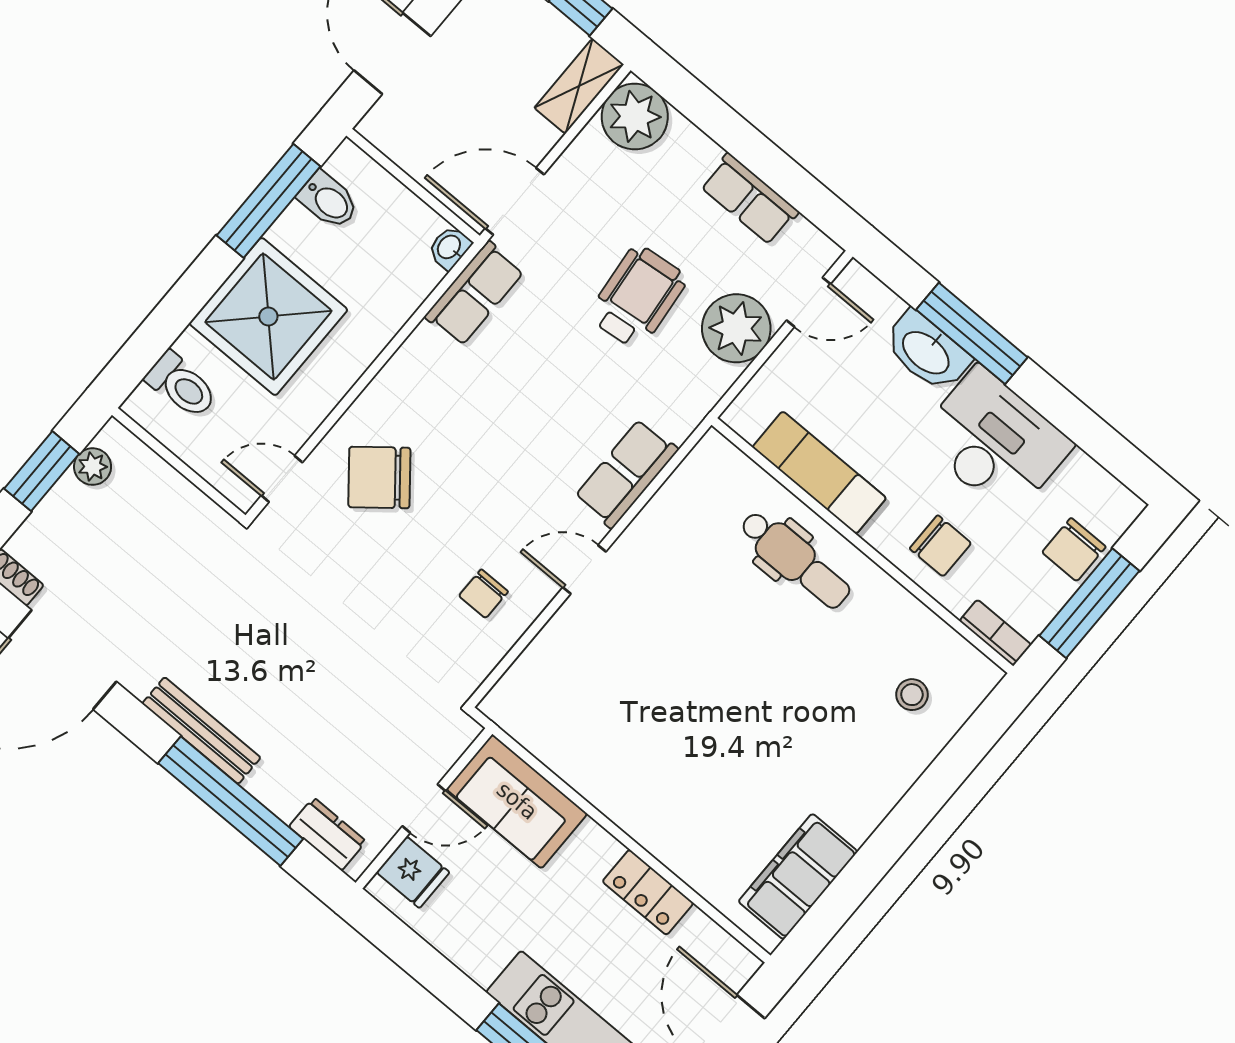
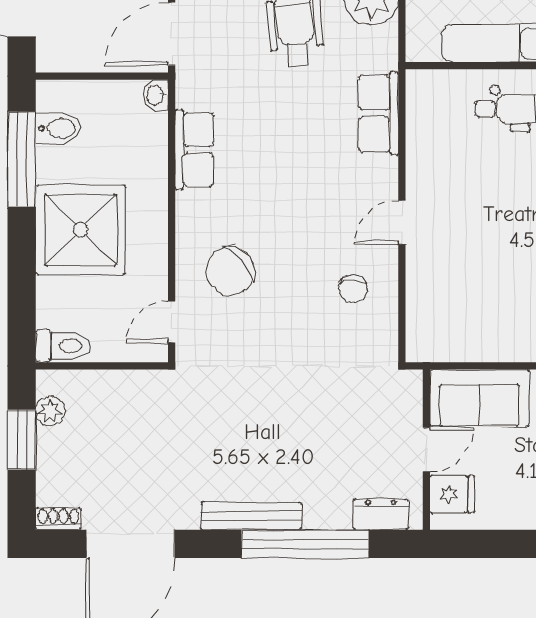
row of seats: (475, 294) -> (194, 150), moved
toilet: (181, 385) -> (63, 346), moved
row of seats: (626, 473) -> (378, 113), moved

